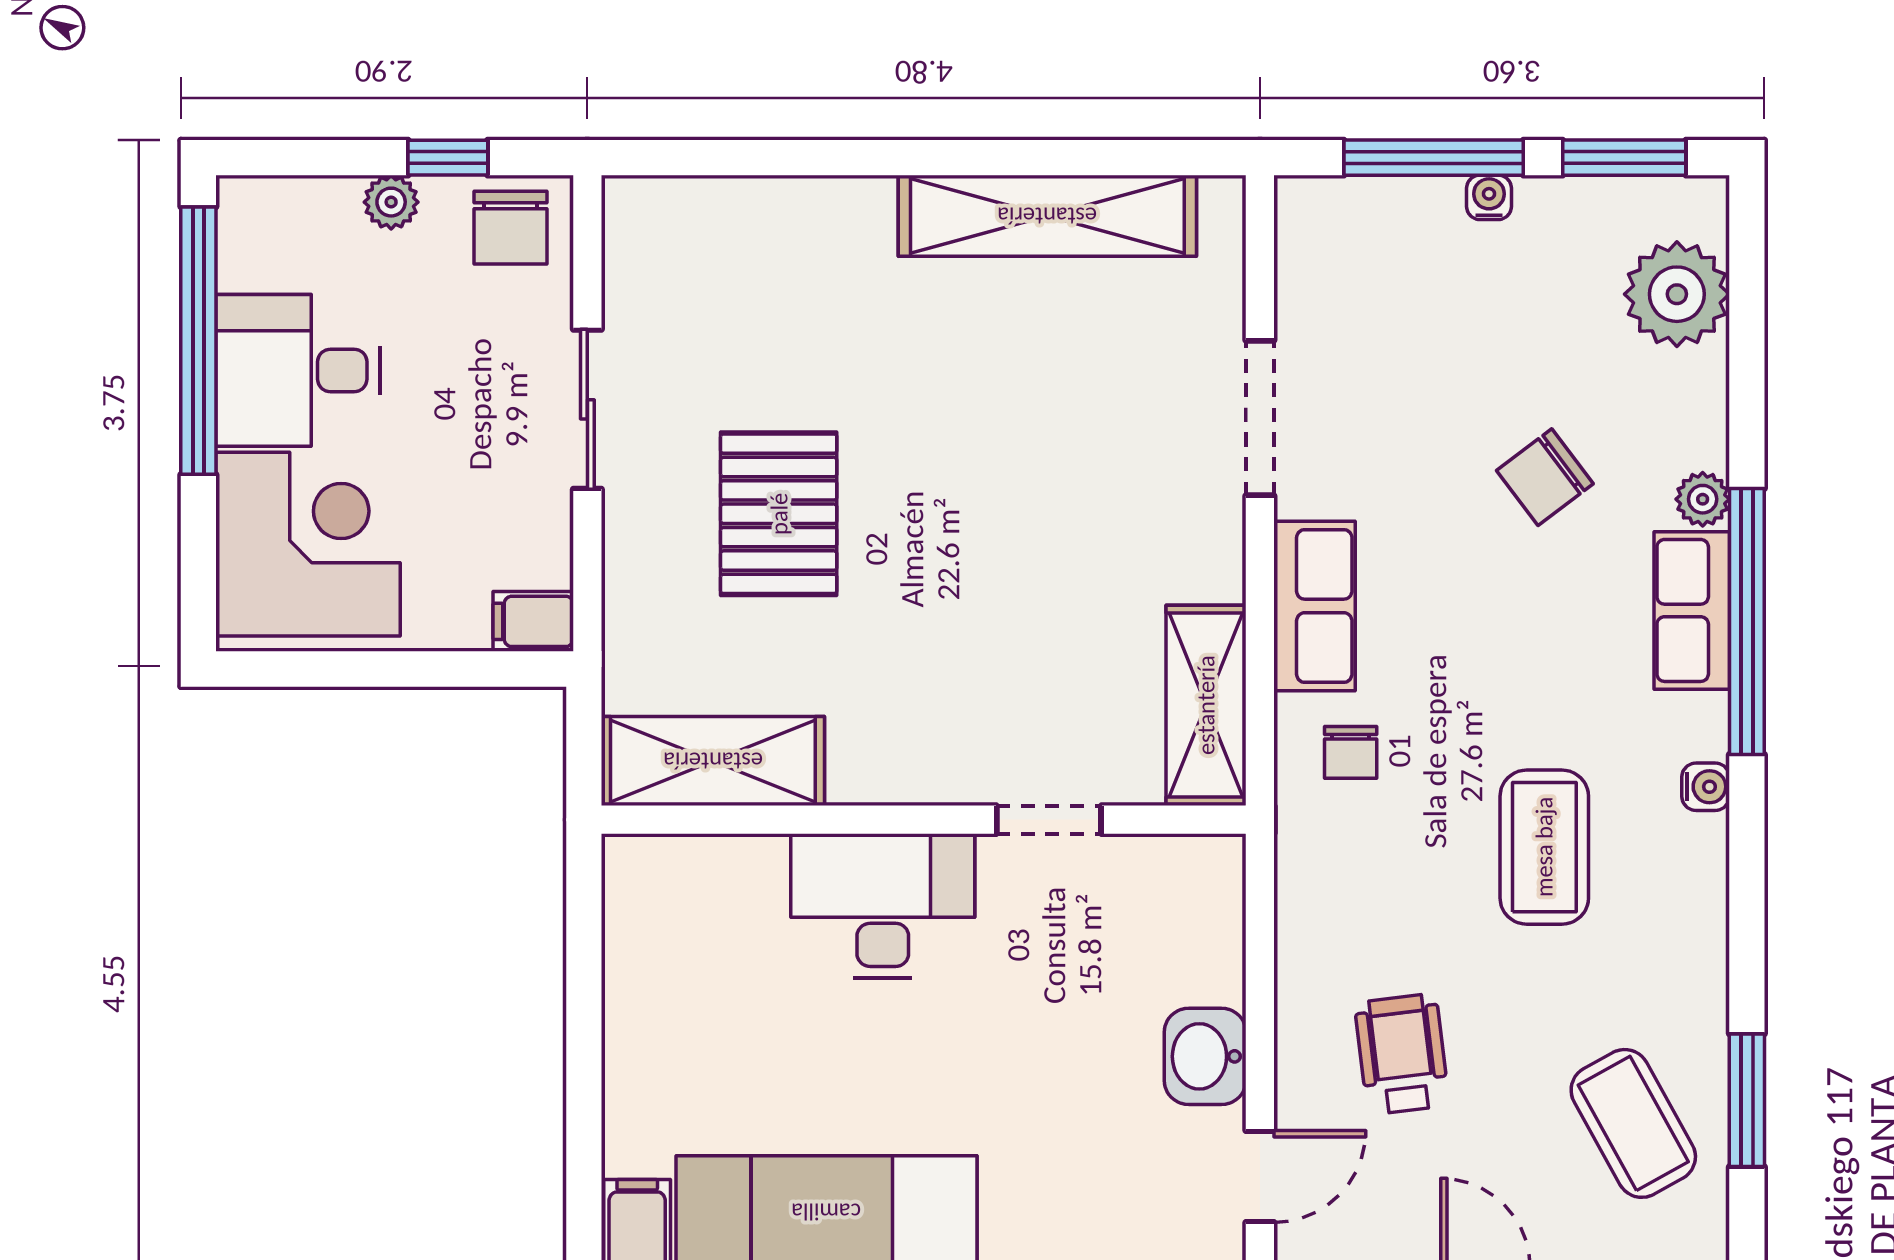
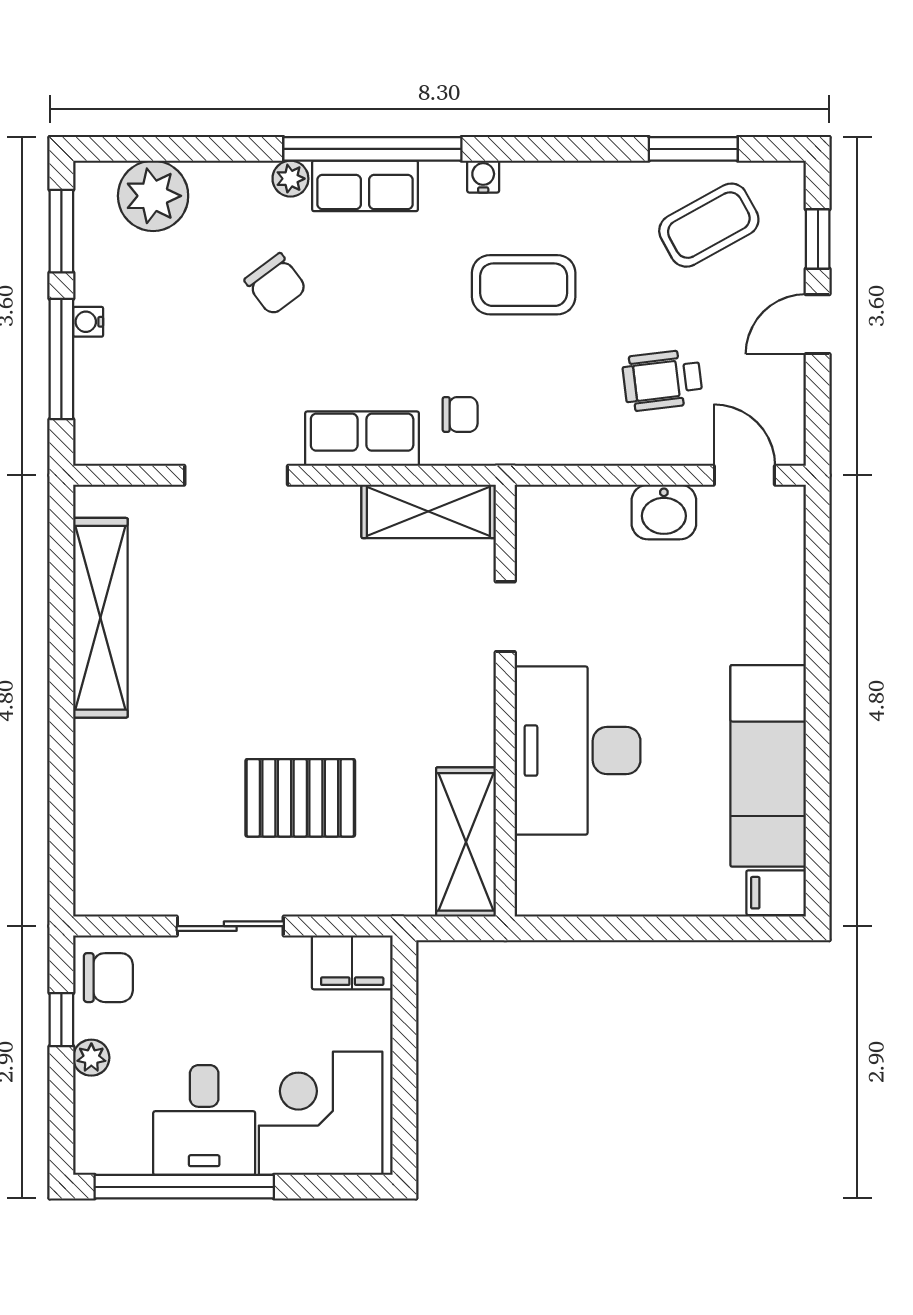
filing cabinet: (533, 621) -> (352, 962), width x2.00
desk: (883, 906) -> (578, 751), width x1.36, depth x1.30

